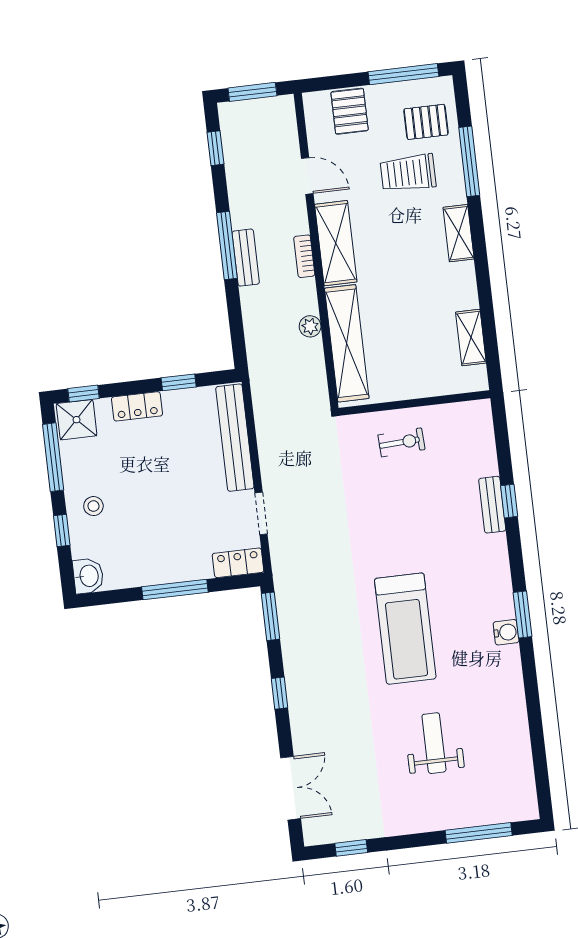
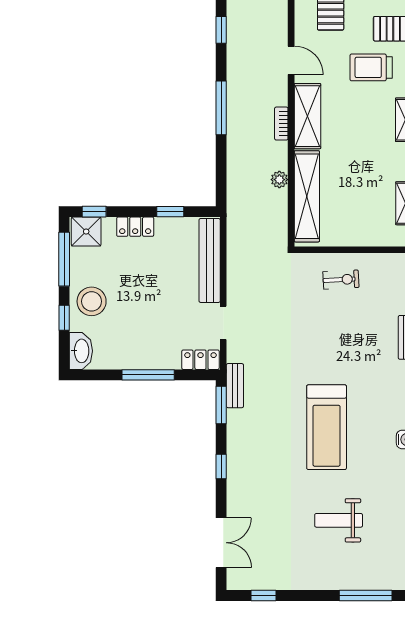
bench: (246, 258) -> (235, 386), moved
stool: (93, 506) -> (92, 301), width x1.89, depth x1.89
washbasin: (88, 576) -> (81, 351), width x1.38
weight bench: (434, 743) -> (339, 520), turned -90

